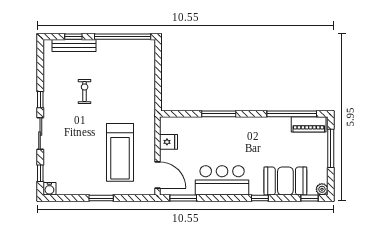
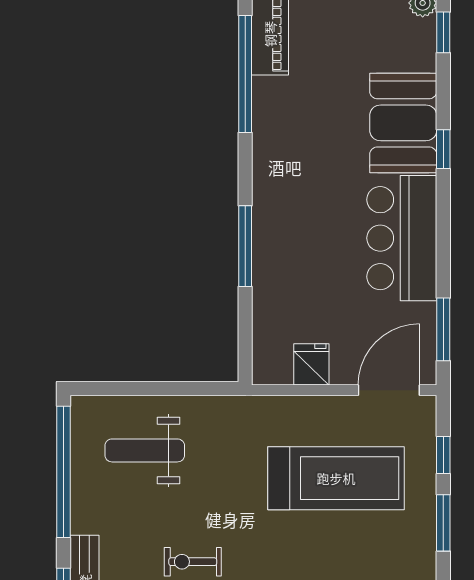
weight bench: (132, 71) -> (145, 450), added
booth: (285, 181) -> (403, 123), moved
window: (130, 198) -> (443, 455), added

